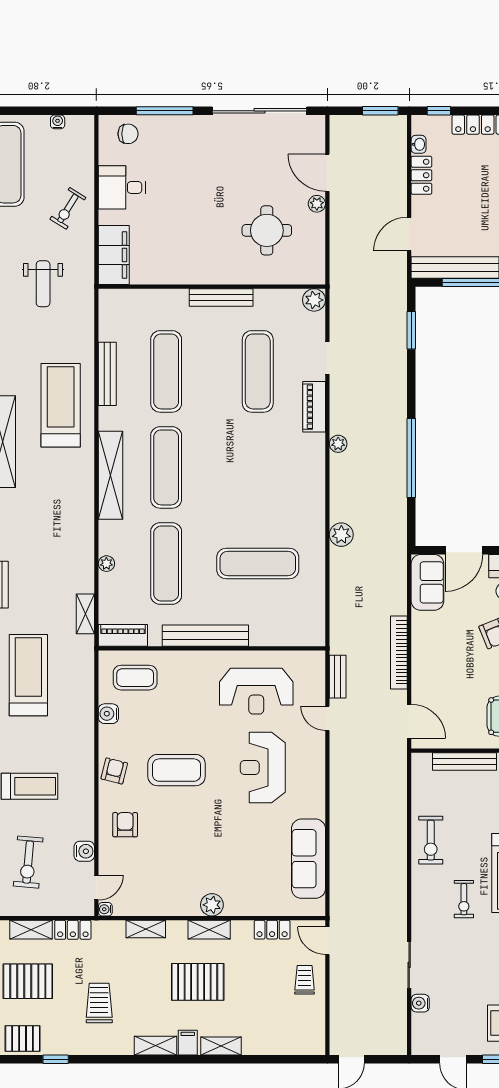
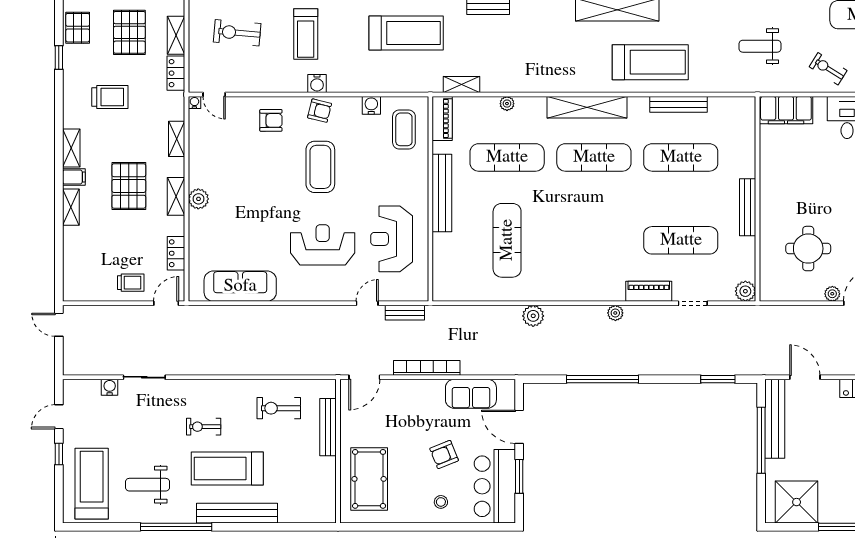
sofa: (427, 582) -> (471, 394), moved
exercise bike: (431, 840) -> (279, 408), moved
water cooler: (84, 851) -> (317, 83), moved

